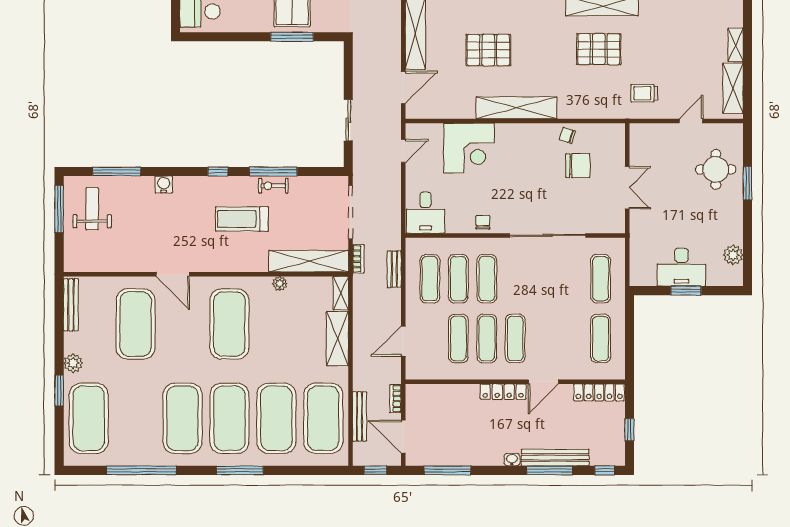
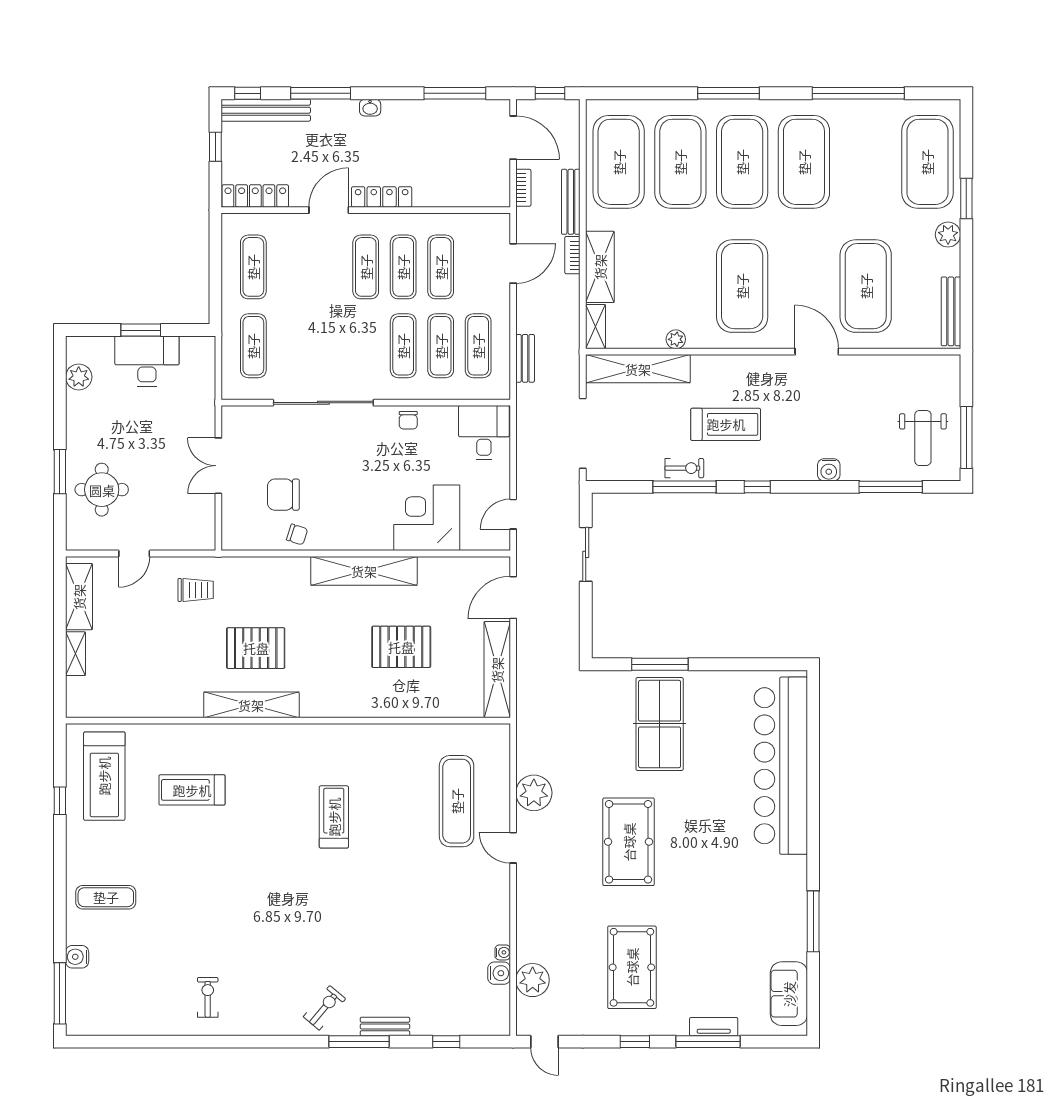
bookcase: (358, 259) -> (572, 255), moved
bench: (360, 416) -> (571, 202), moved
bench: (555, 458) -> (266, 110), moved

